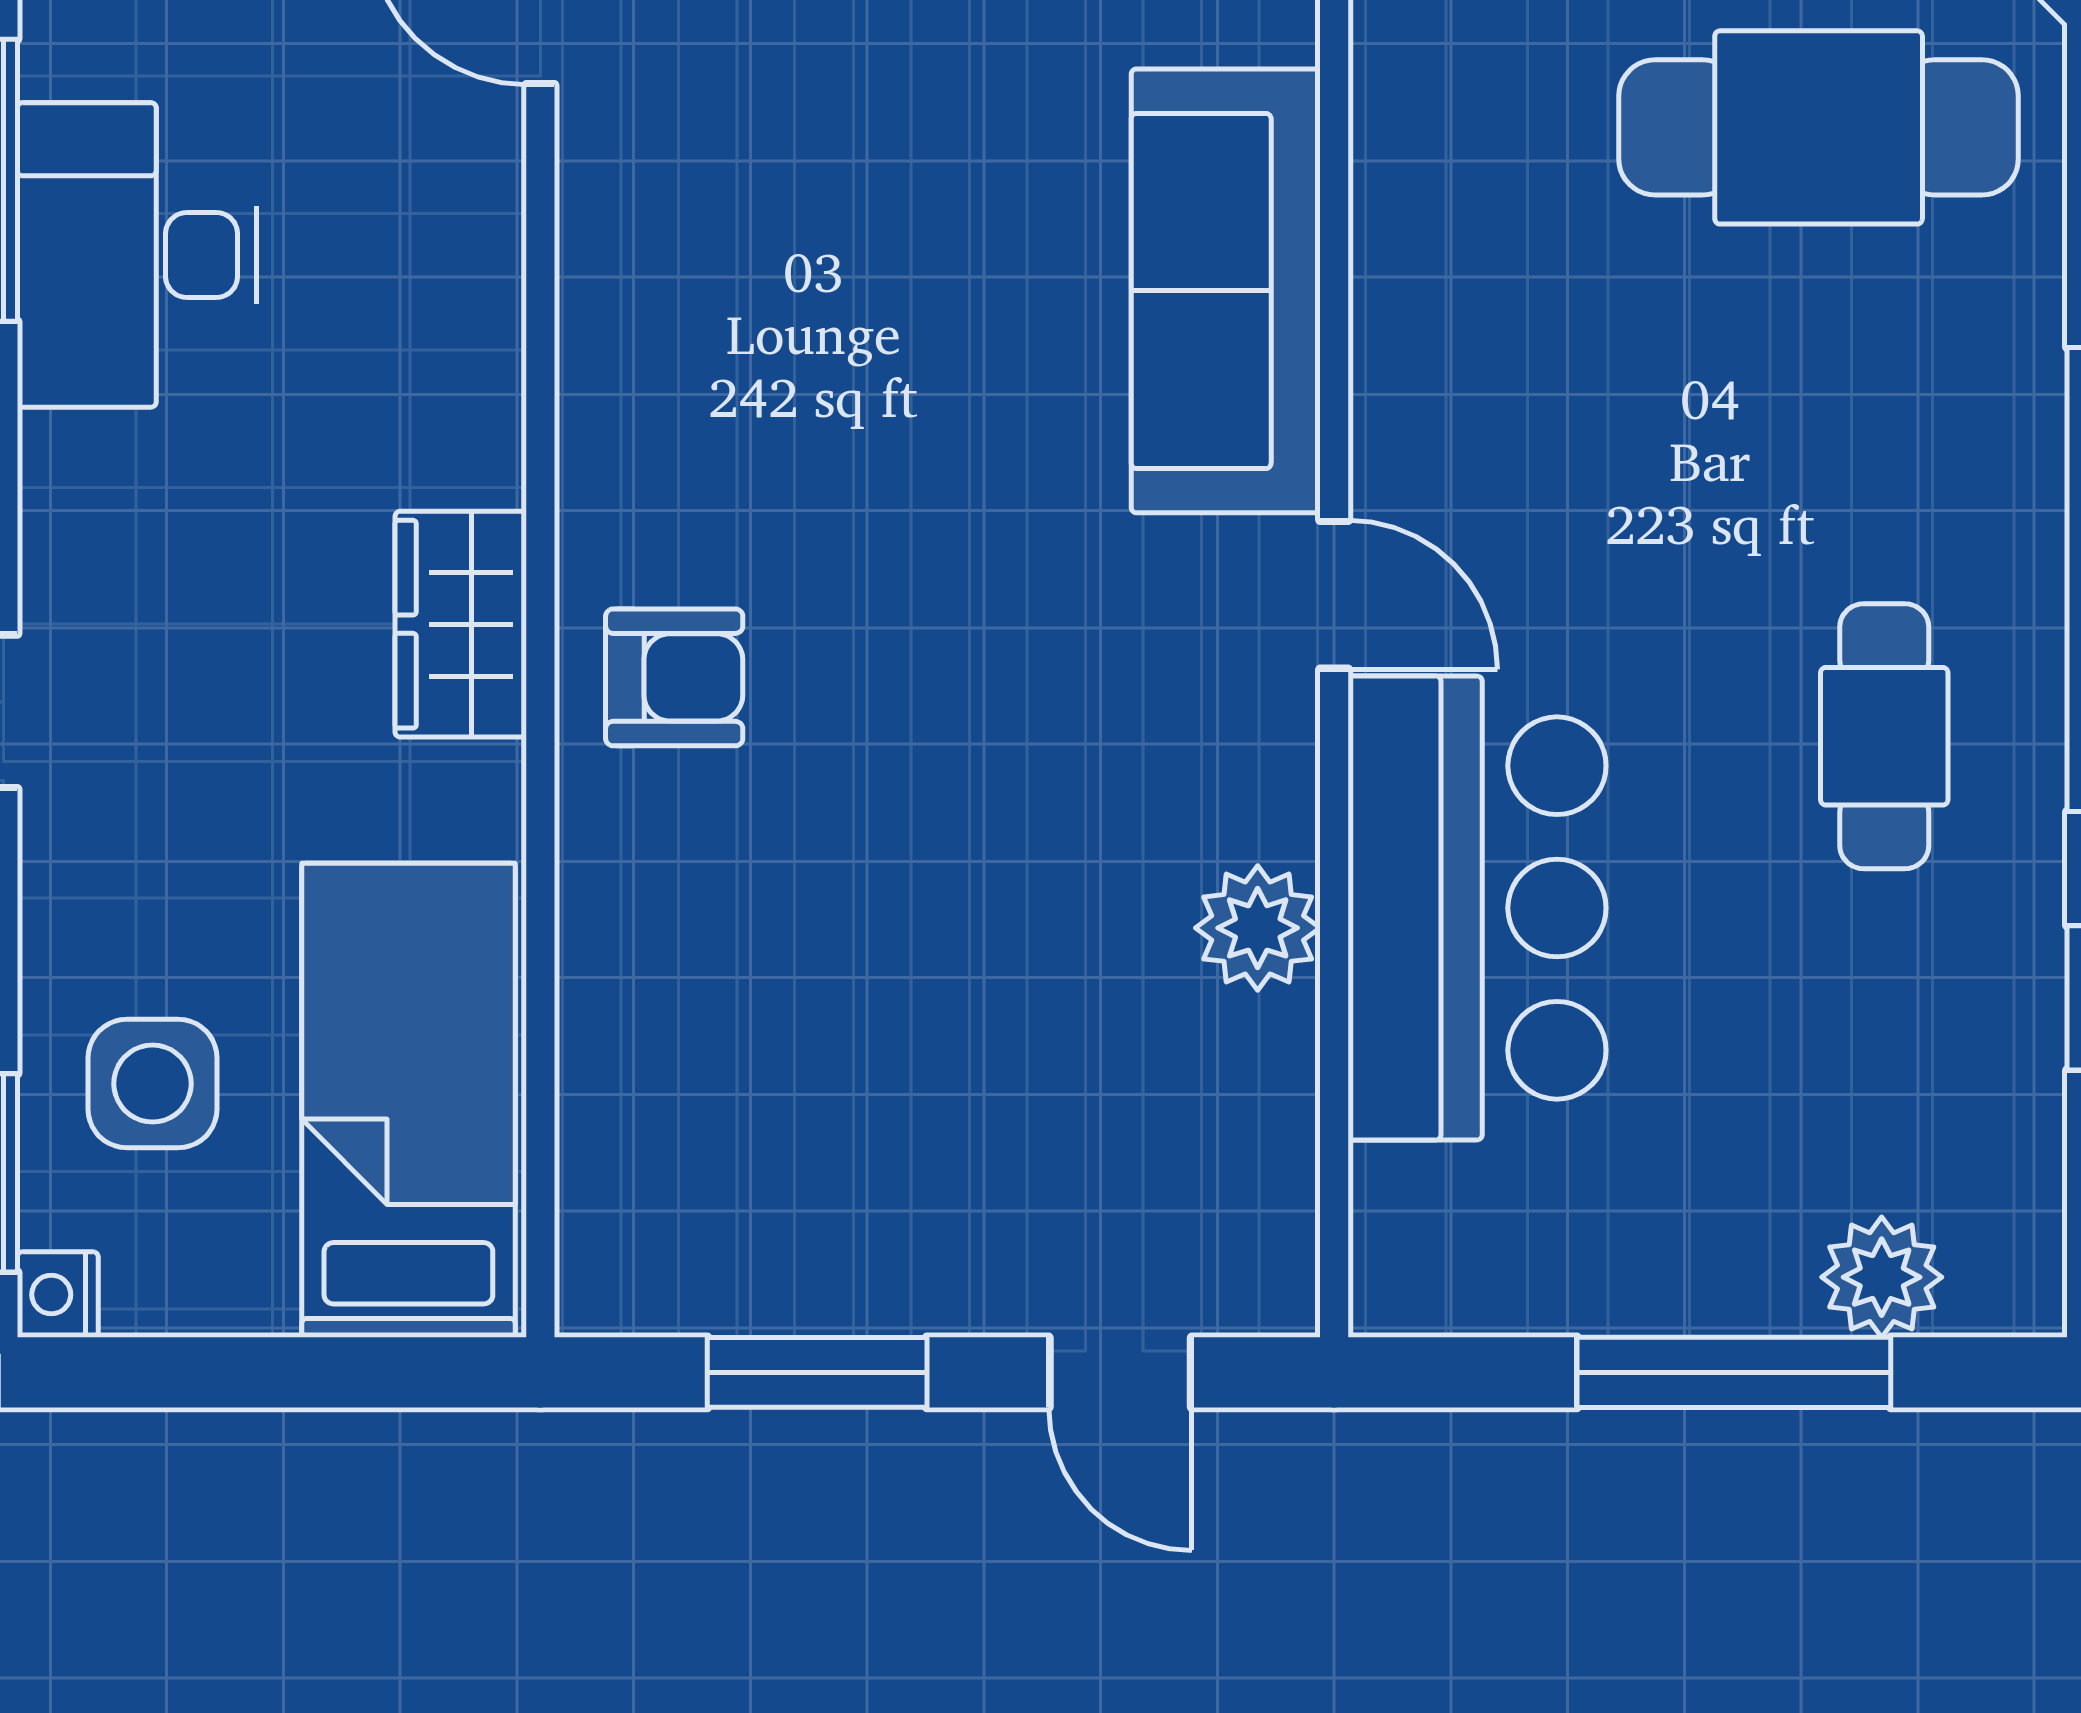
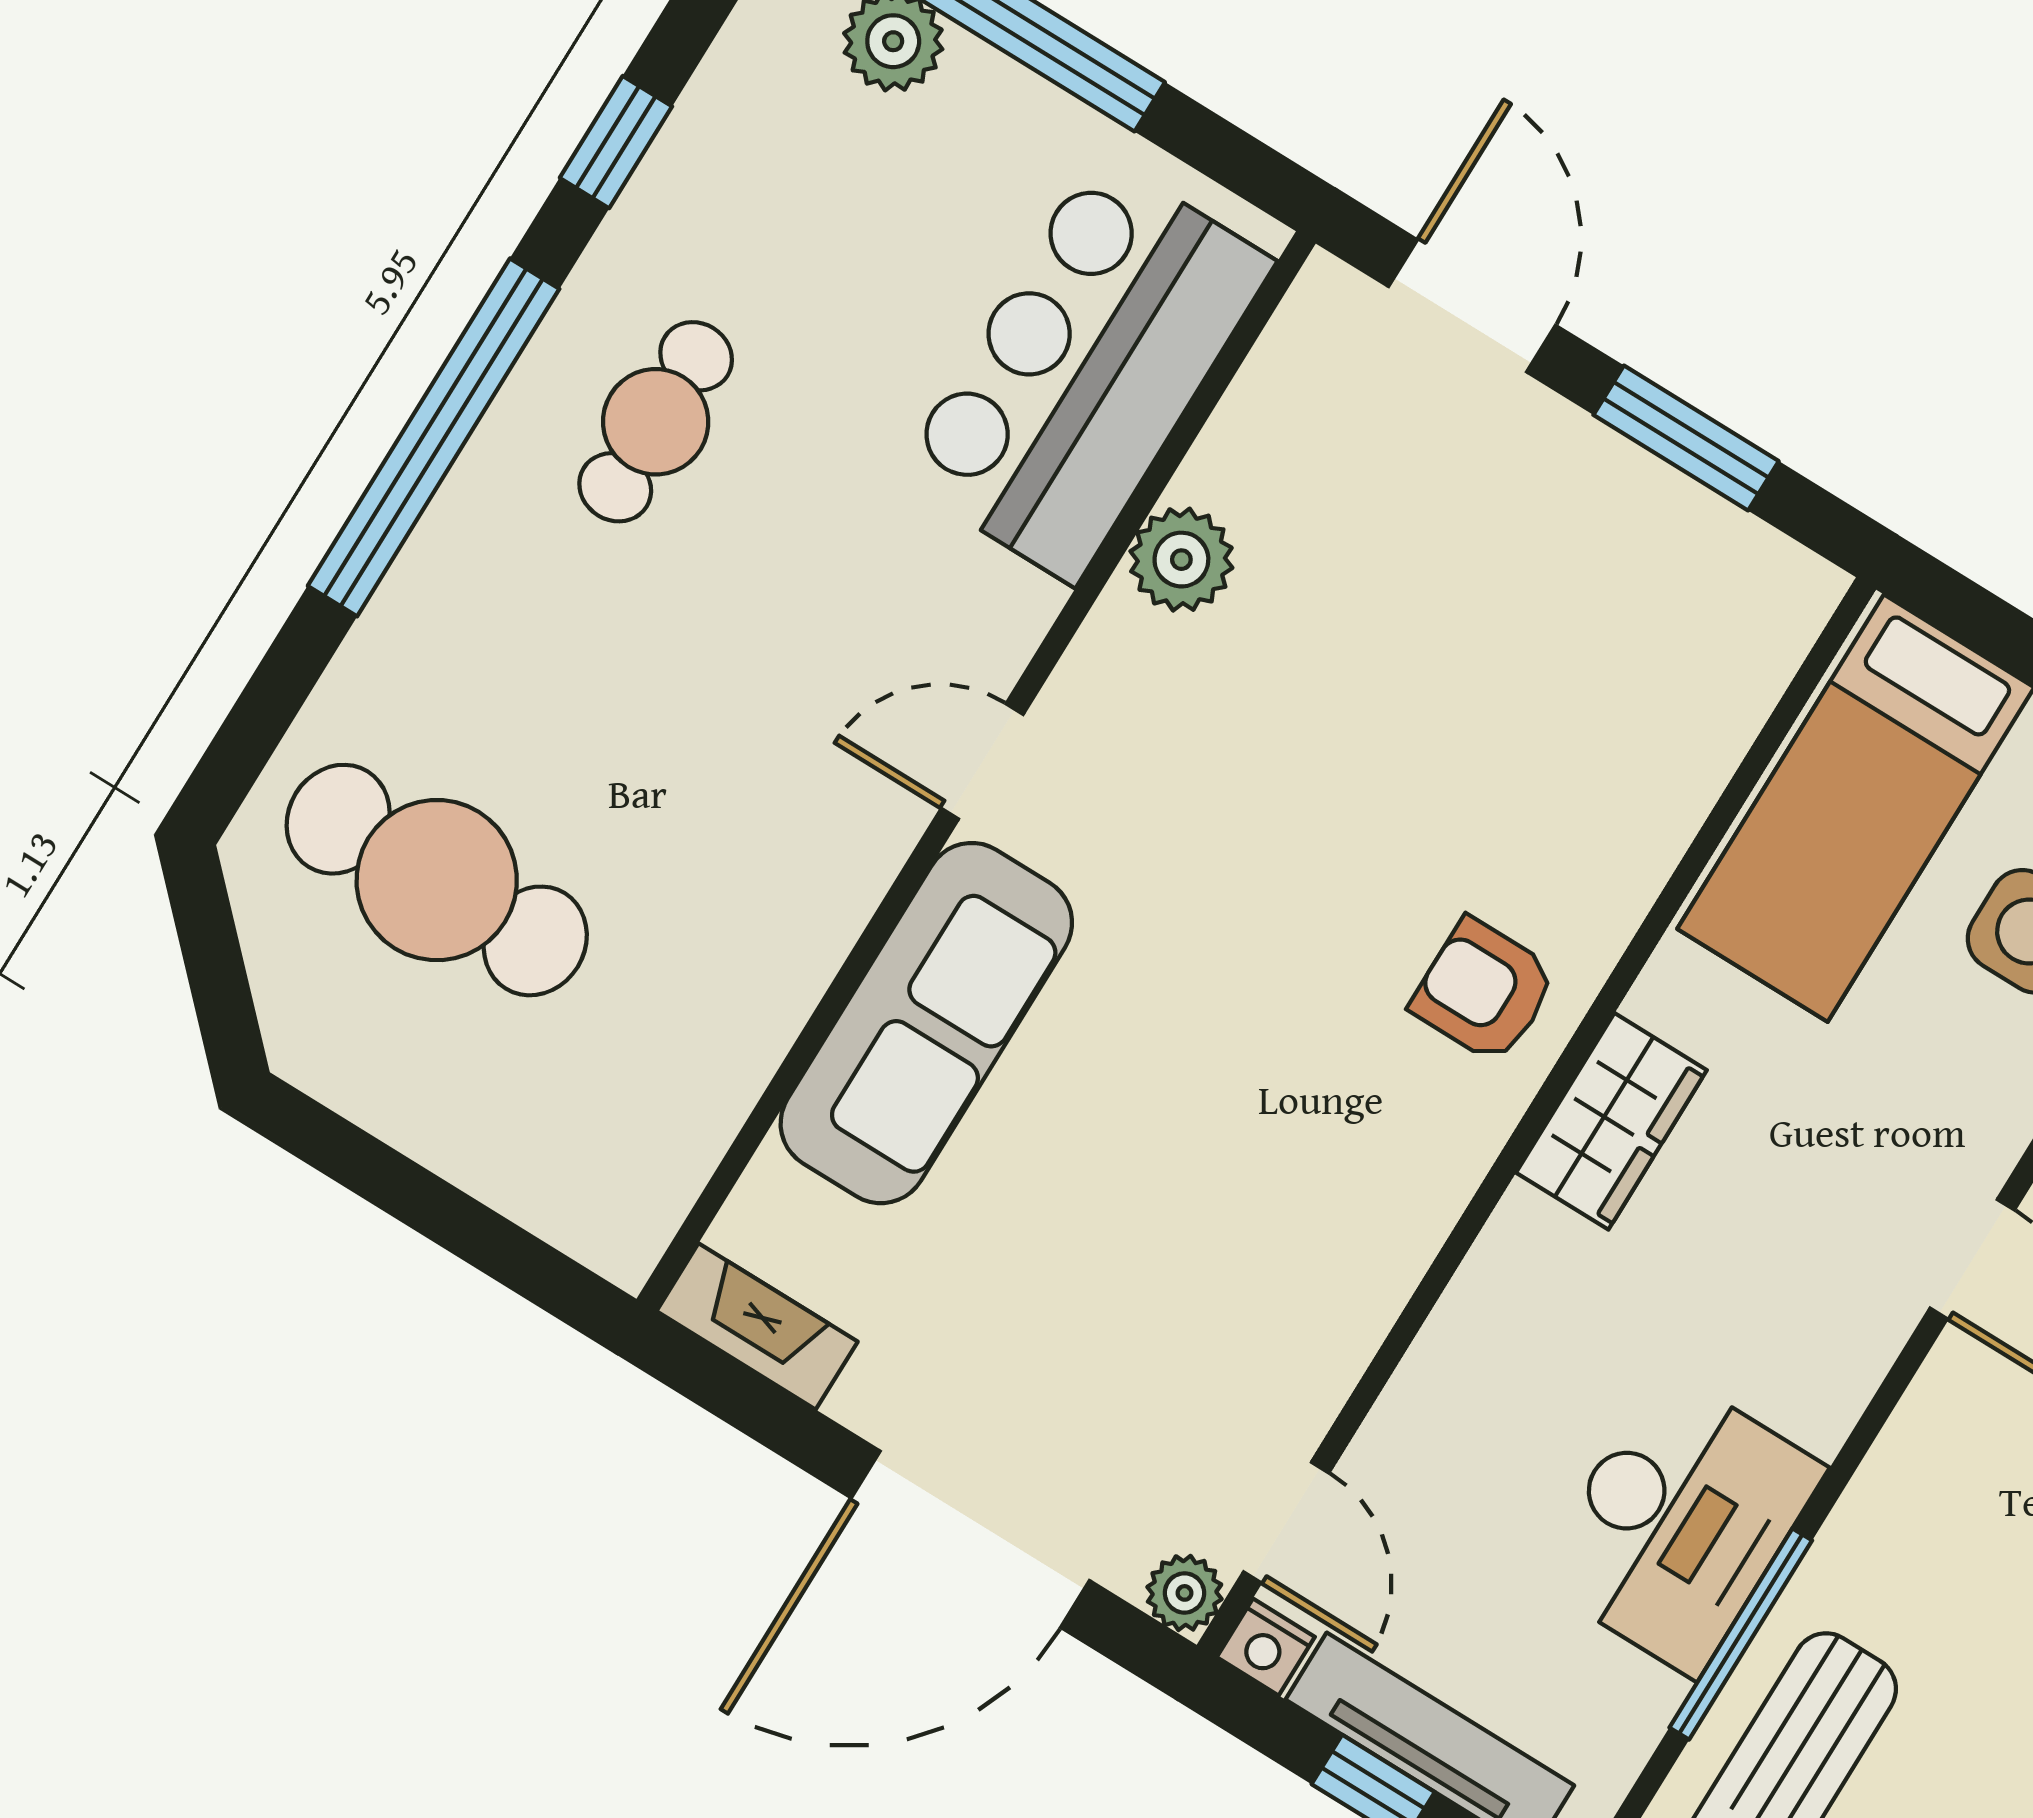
door: (1334, 595) -> (982, 761), hinge flipped
bar counter: (1477, 908) -> (1086, 369), moved
door: (1120, 1372) -> (1472, 306), width x1.38

